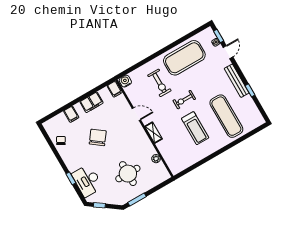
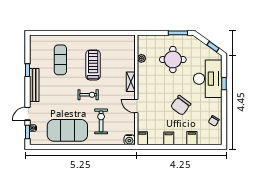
filing cabinet: (91, 102) -> (169, 138), width x0.50
exercise mat: (226, 116) -> (60, 60), width x0.73, depth x0.69
desk: (87, 181) -> (208, 79), width x1.36, depth x1.30

